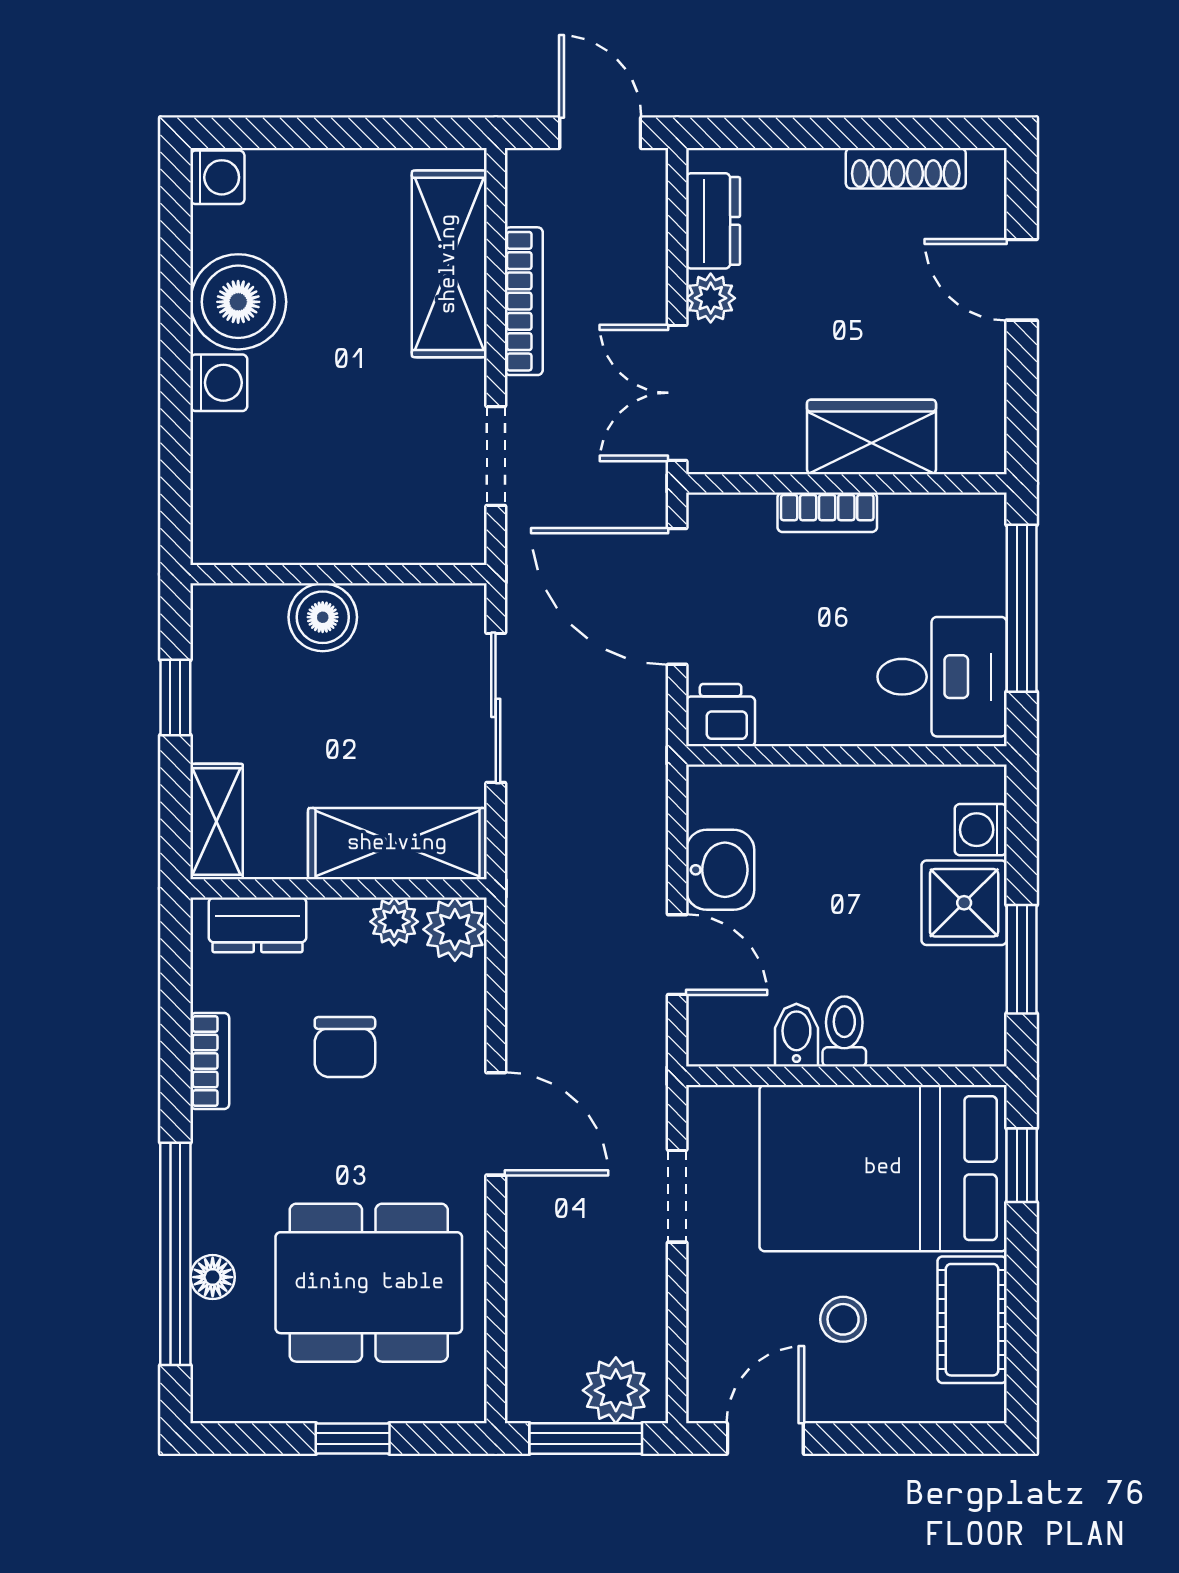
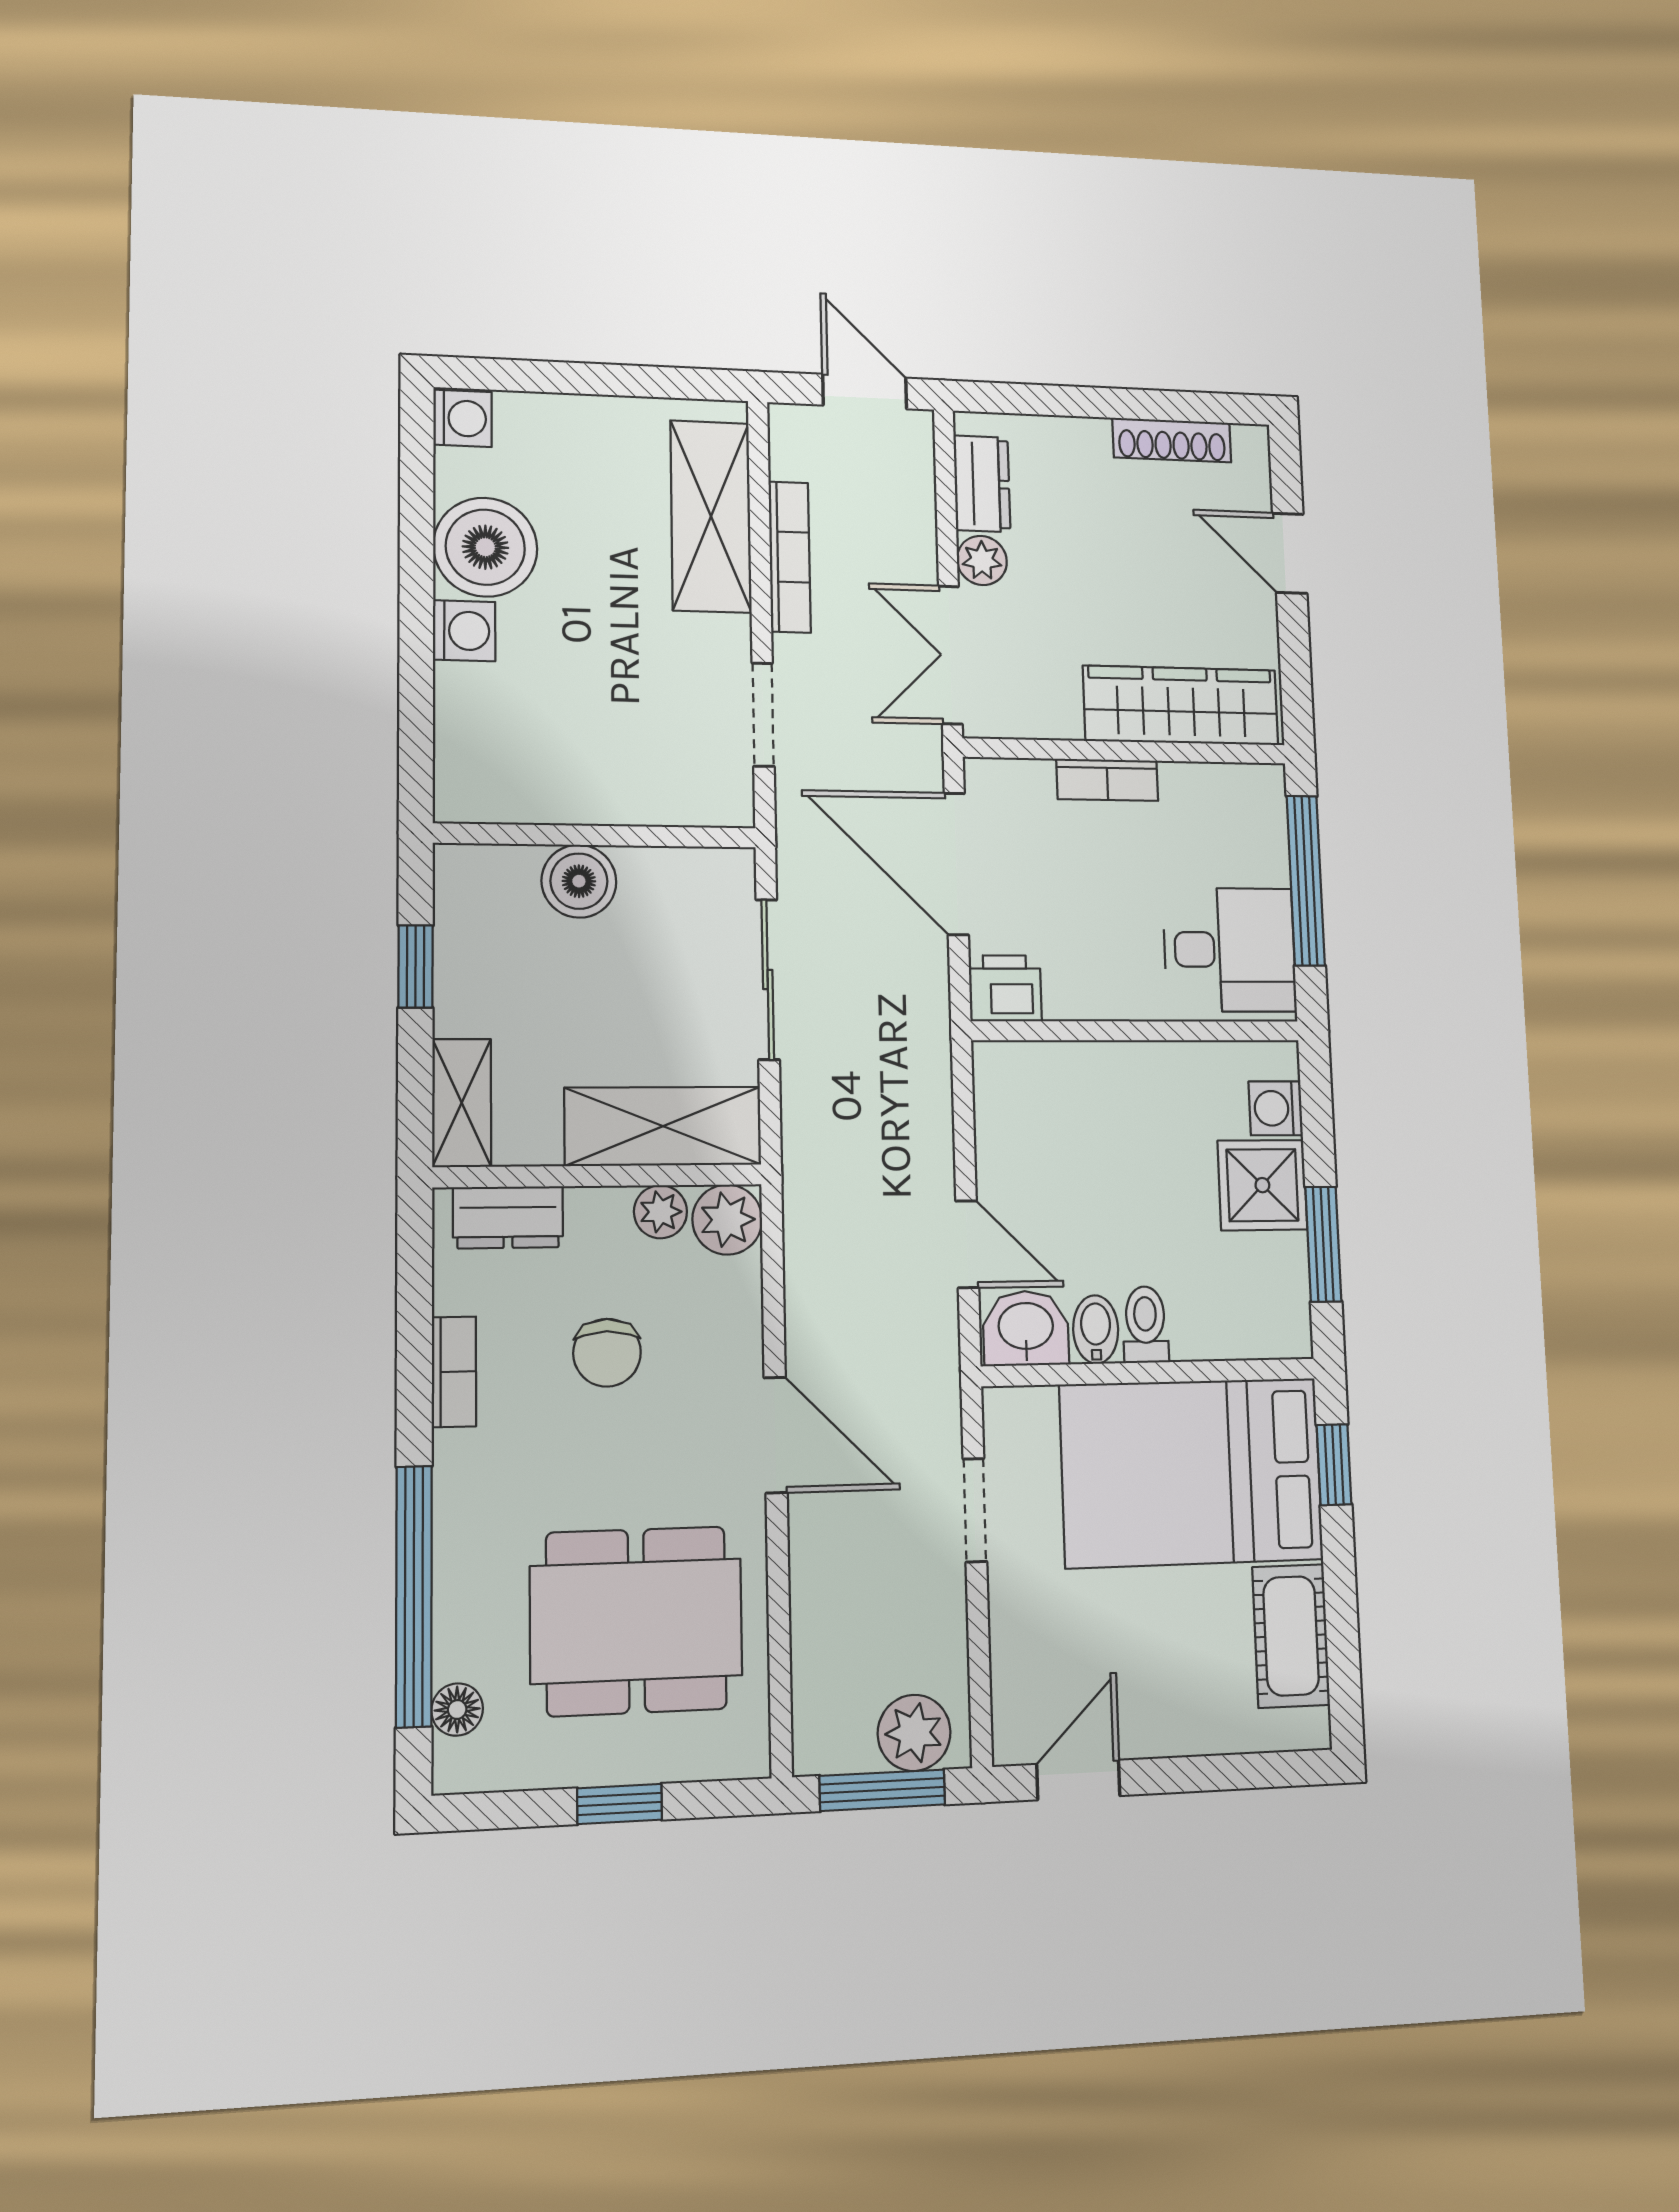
wardrobe: (871, 437) -> (1181, 705), width x1.50
washbasin: (720, 870) -> (1026, 1328), moved, turned -90
floor lamp: (213, 1277) -> (457, 1710), moved
stool: (843, 1319) -> (1156, 1641), removed

